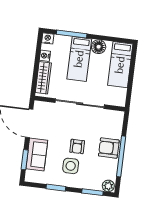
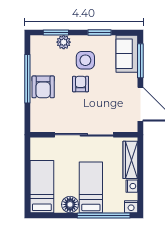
window: (72, 34) -> (104, 216), width x1.46
armchair: (109, 148) -> (43, 87), turned 90
sofa: (37, 155) -> (127, 54), moved
window: (25, 160) -> (140, 61), width x1.44
plant: (108, 186) -> (64, 42), moved

